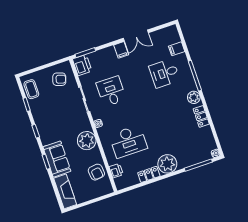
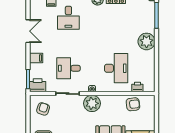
filing cabinet: (121, 50) -> (36, 58), moved
plant: (87, 141) -> (92, 103), moved
locker: (149, 174) -> (150, 60), removed

